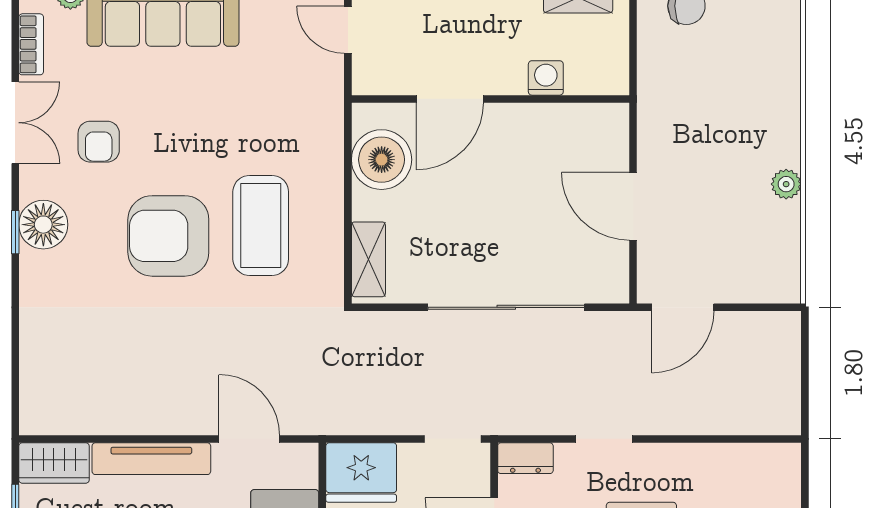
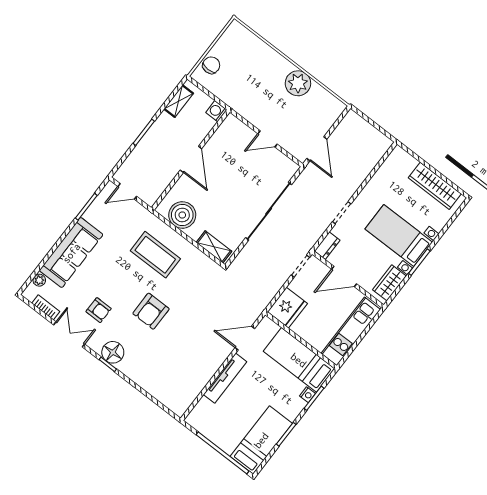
washing machine: (546, 78) -> (216, 111), moved
door: (450, 99) -> (191, 159), moved
plant: (786, 184) -> (298, 83), width x1.88, depth x1.88
door: (633, 206) -> (268, 139), width x0.73
coffee table: (261, 225) -> (155, 255), moved
armchair: (168, 236) -> (151, 311), width x0.73, depth x0.73
wardrobe: (54, 463) -> (200, 414), removed

